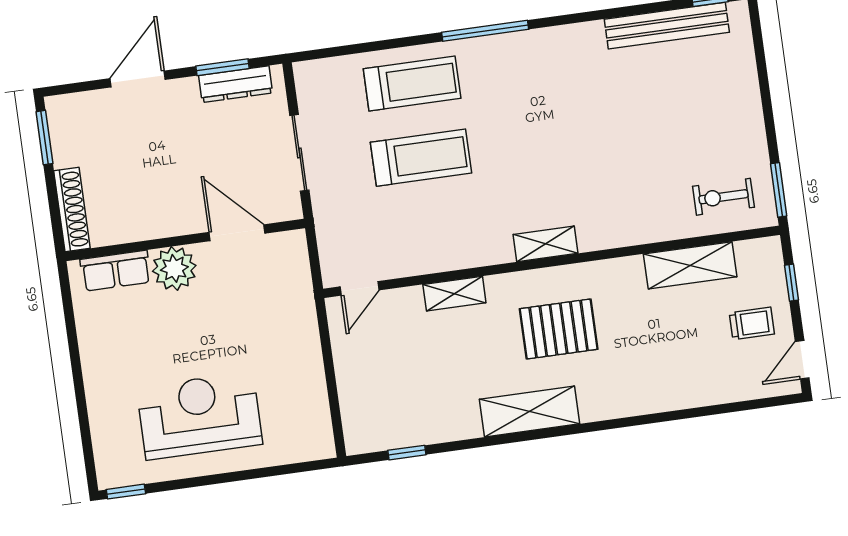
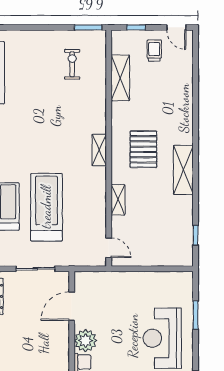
treadmill: (421, 158) -> (46, 207), width x1.37, depth x1.38
exercise bike: (723, 197) -> (72, 64), moved, turned 180
window: (253, 474) -> (196, 315), added

